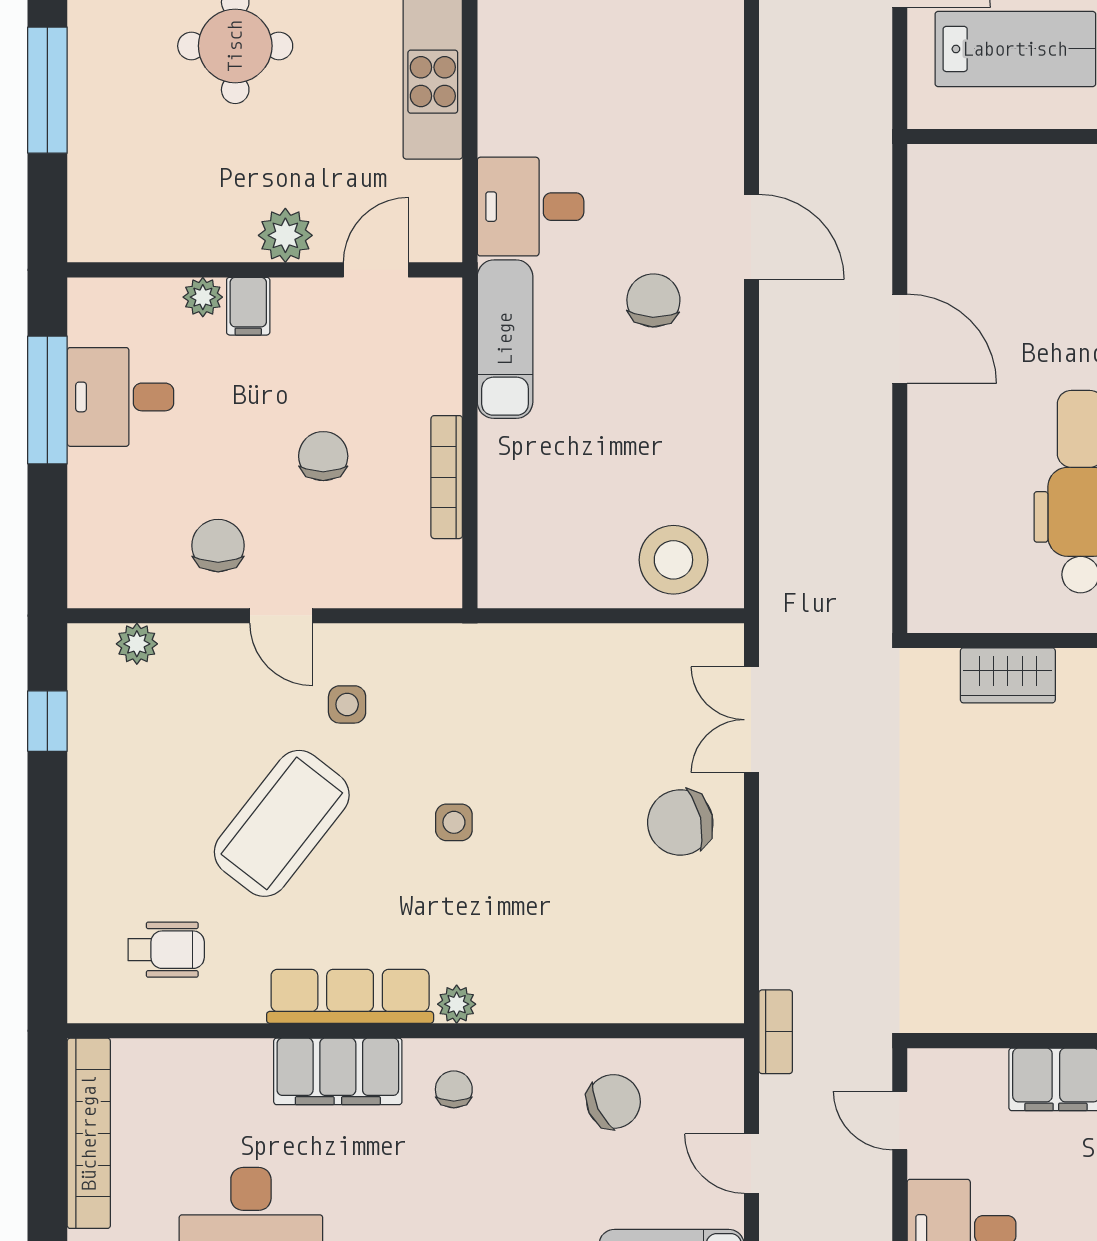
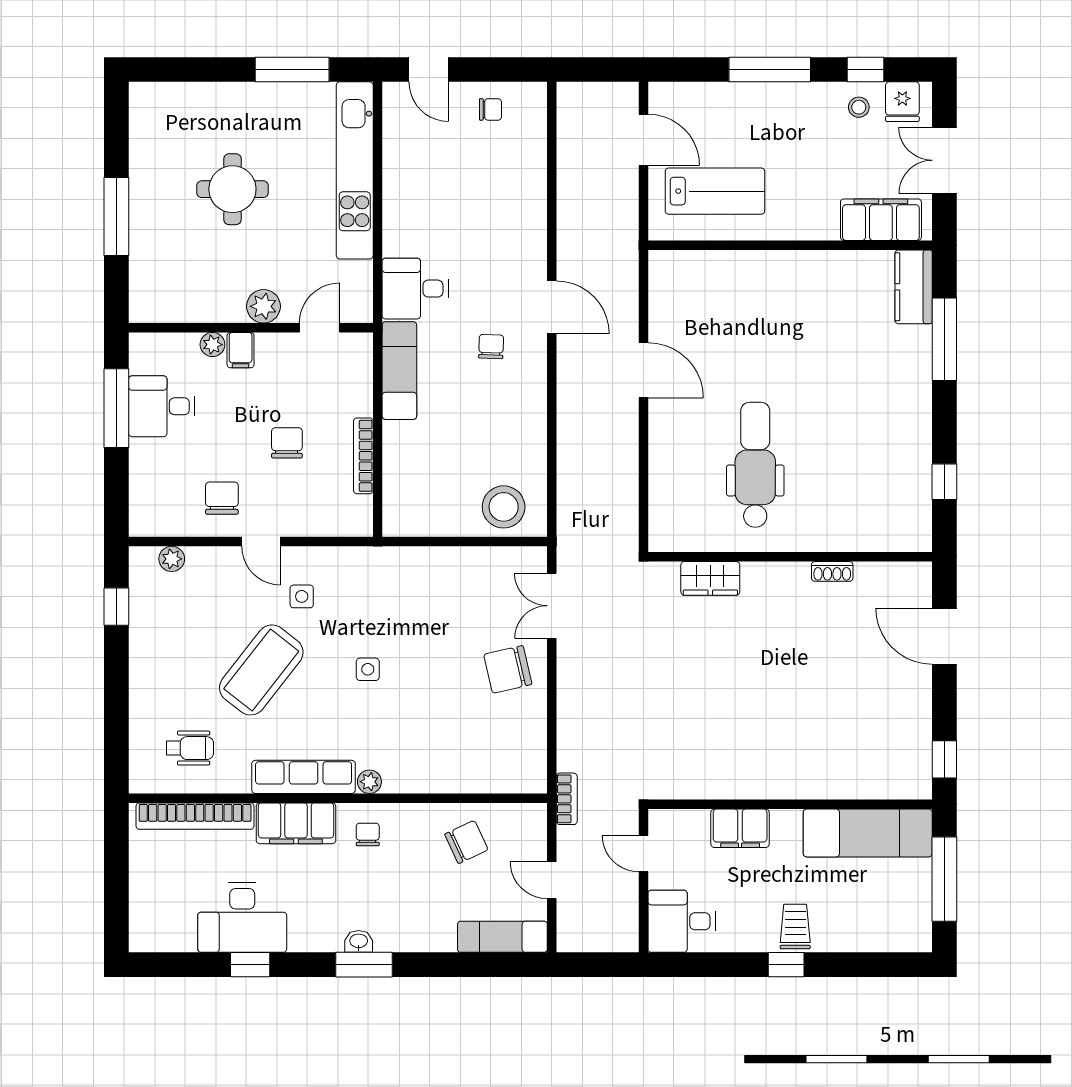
chair: (653, 300) -> (491, 347), width x0.73, depth x0.73
bookcase: (89, 1133) -> (195, 816), moved, turned 90

